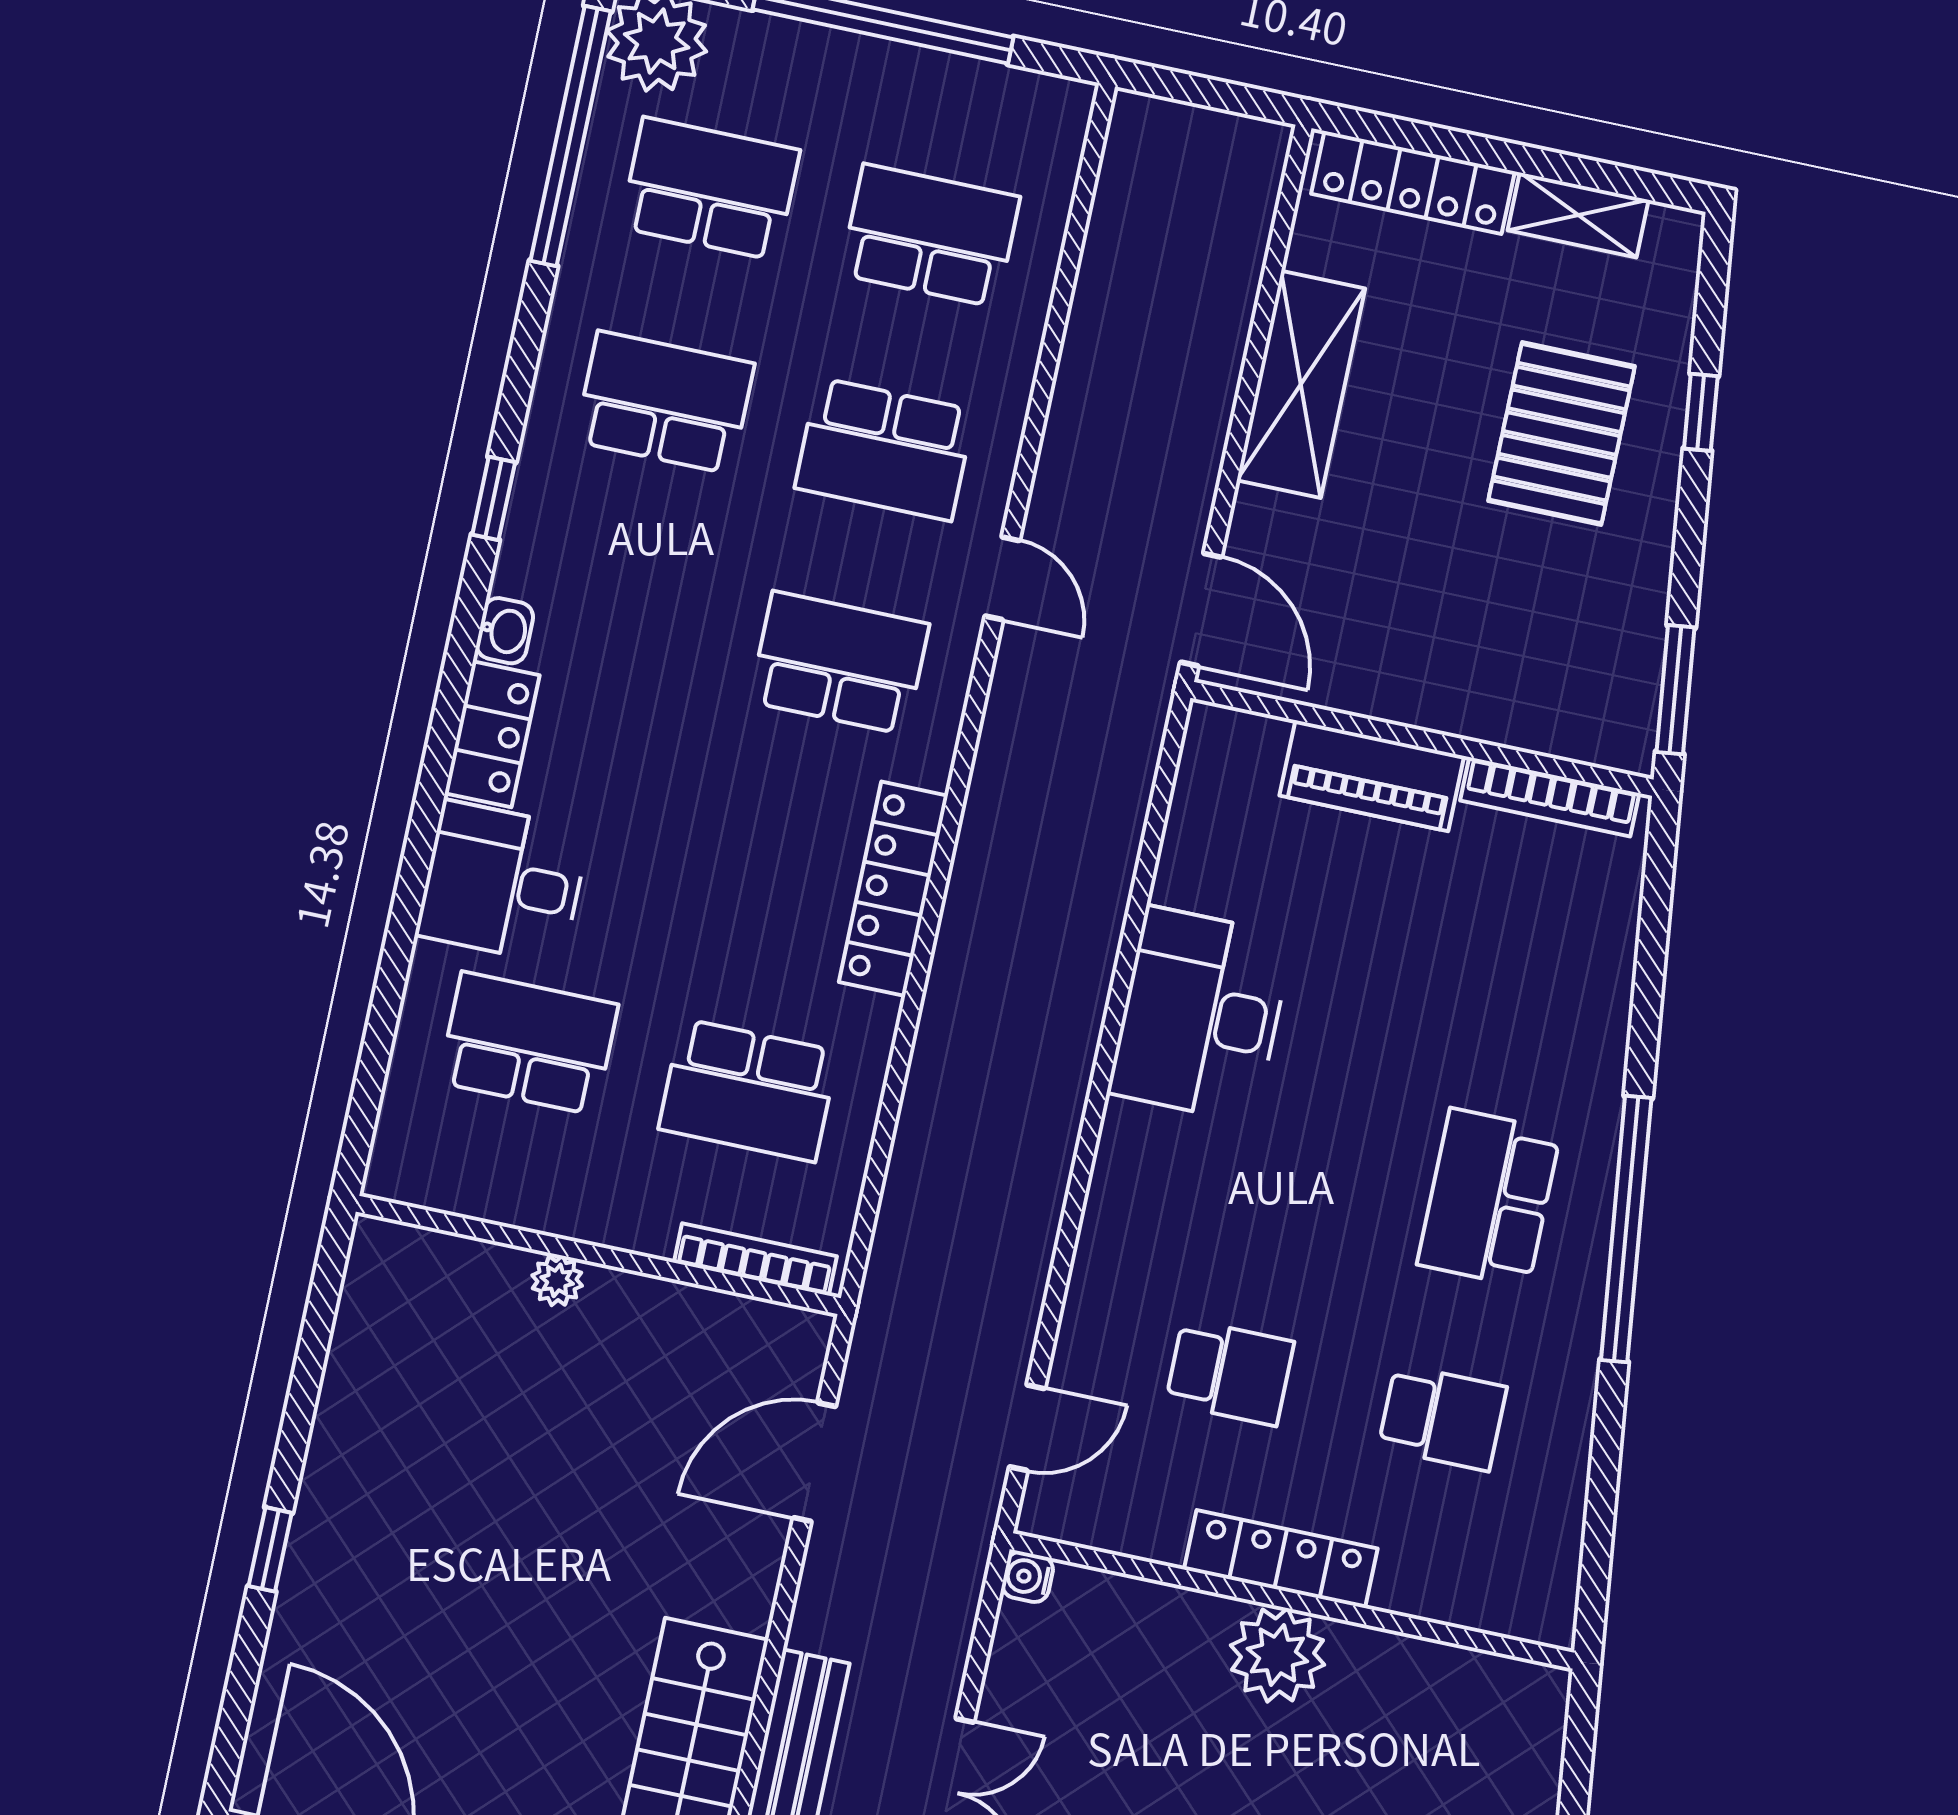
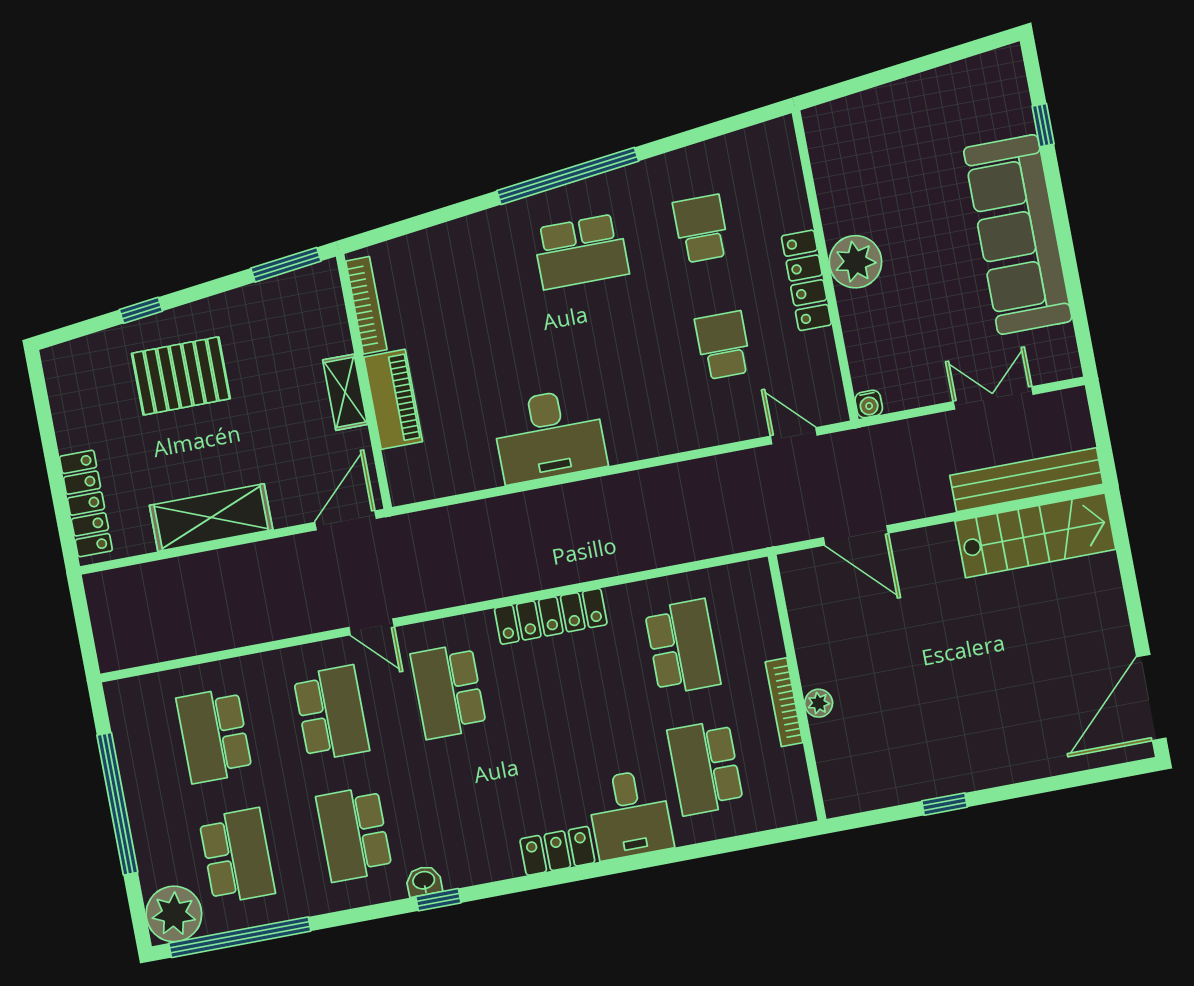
school desk: (710, 189) -> (237, 856), turned 180
shelving: (1578, 215) -> (345, 392), moved
door: (1002, 578) -> (372, 627), swing flipped
washbasin: (505, 631) -> (424, 881), moved
bookcase: (755, 1259) -> (784, 702), moved
window: (270, 1549) -> (945, 804), moved

